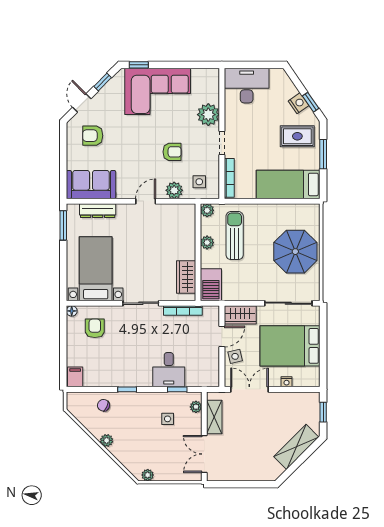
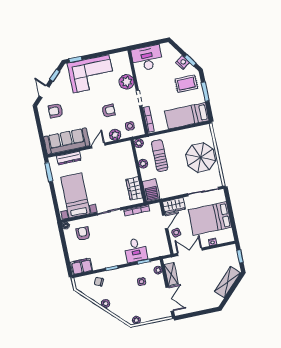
sofa: (91, 185) -> (67, 141), width x1.36
filing cabinet: (75, 377) -> (82, 266), width x2.00
double door: (204, 454) -> (170, 299), swing flipped

